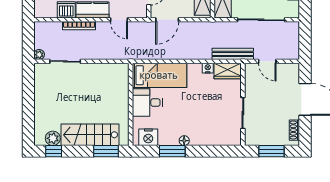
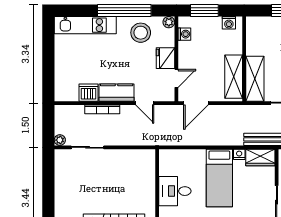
bed: (159, 75) -> (219, 178), moved, turned 90

